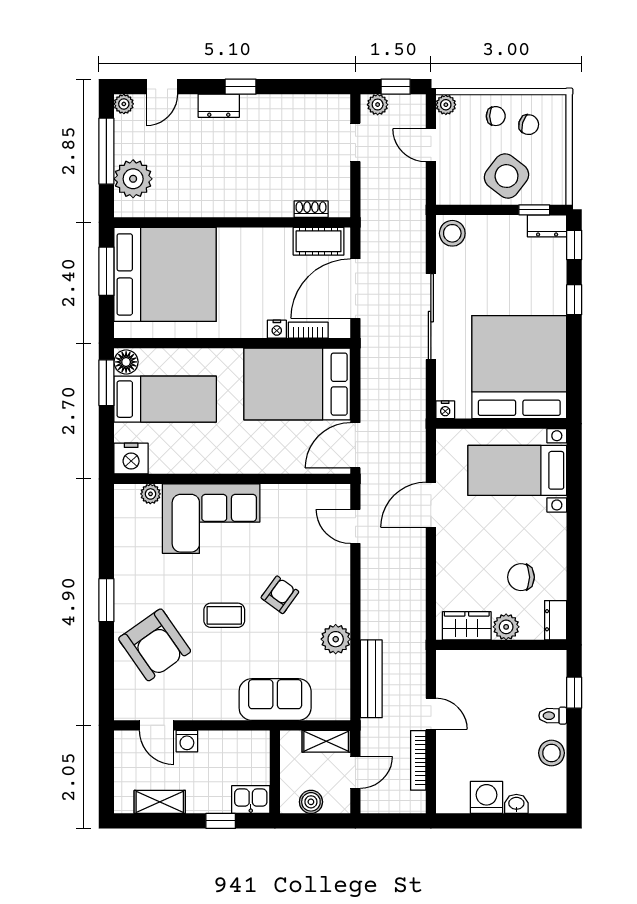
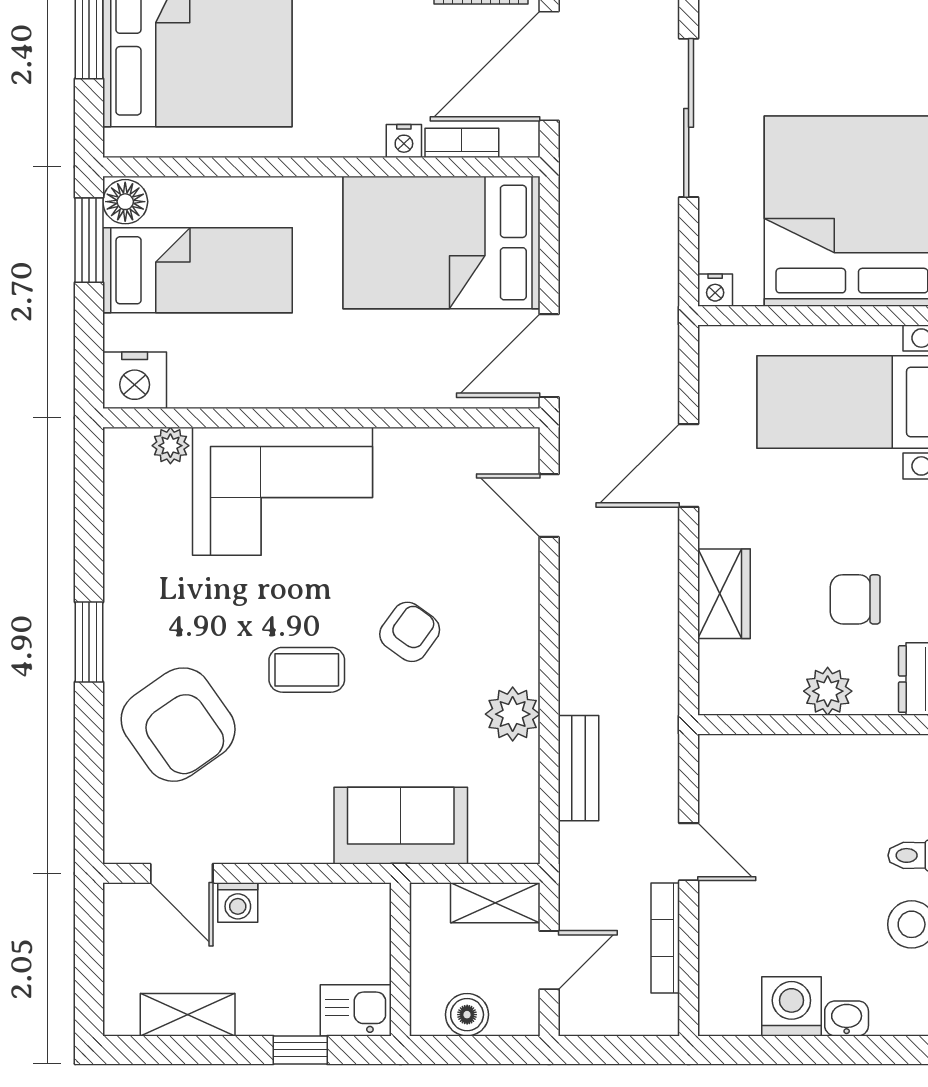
wardrobe: (467, 626) -> (724, 594), moved, turned 90
bench: (371, 679) -> (579, 768), width x0.73

